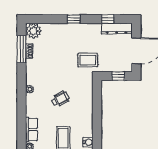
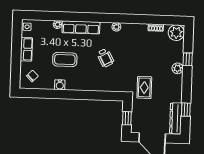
window: (74, 19) -> (188, 59), moved
plant: (68, 29) -> (178, 68), added
window: (22, 49) -> (158, 20), removed
row of seats: (32, 130) -> (81, 27), width x1.48

